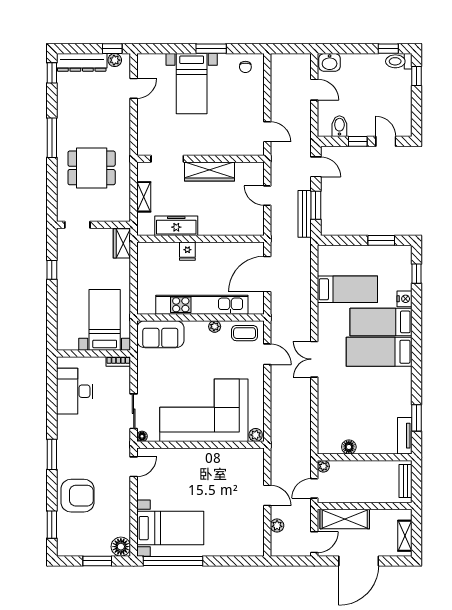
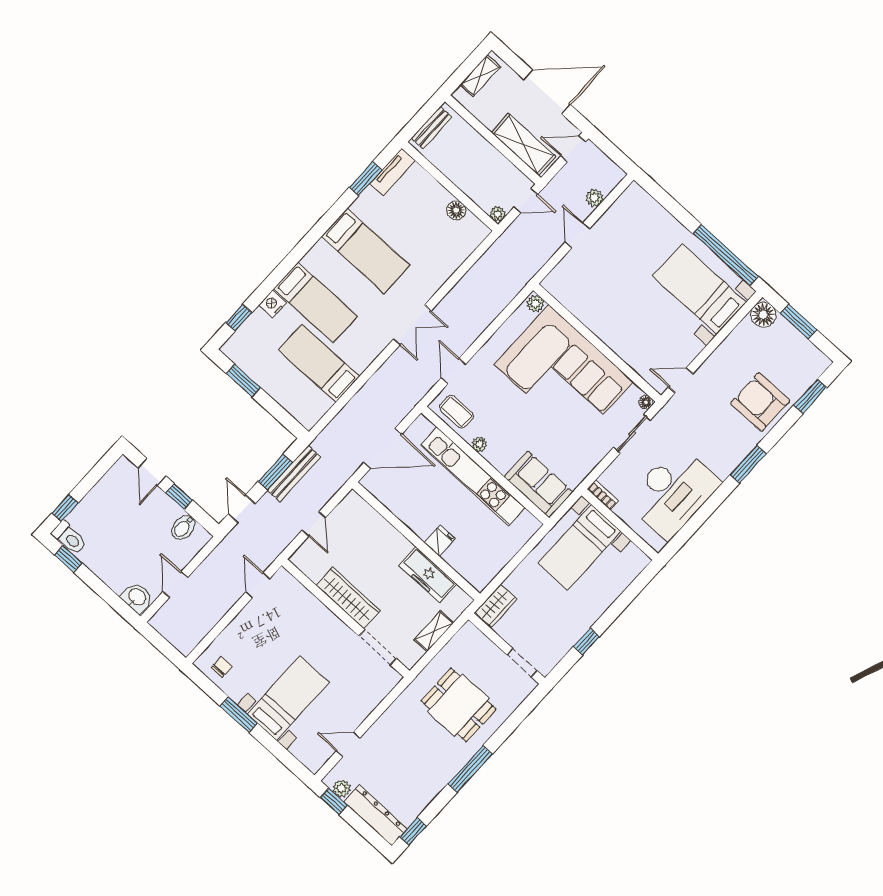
bed: (379, 352) -> (366, 251), moved
desk: (75, 391) -> (673, 492), width x1.36, depth x1.30

